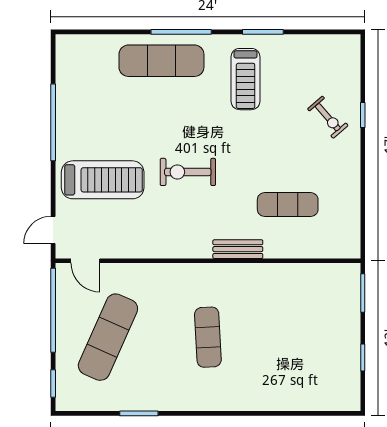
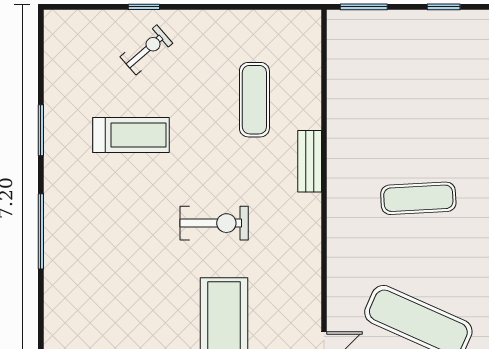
exercise mat: (161, 61) -> (77, 256), removed
treadmill: (246, 79) -> (131, 135), moved
exercise bike: (188, 172) -> (214, 223), turned -90

